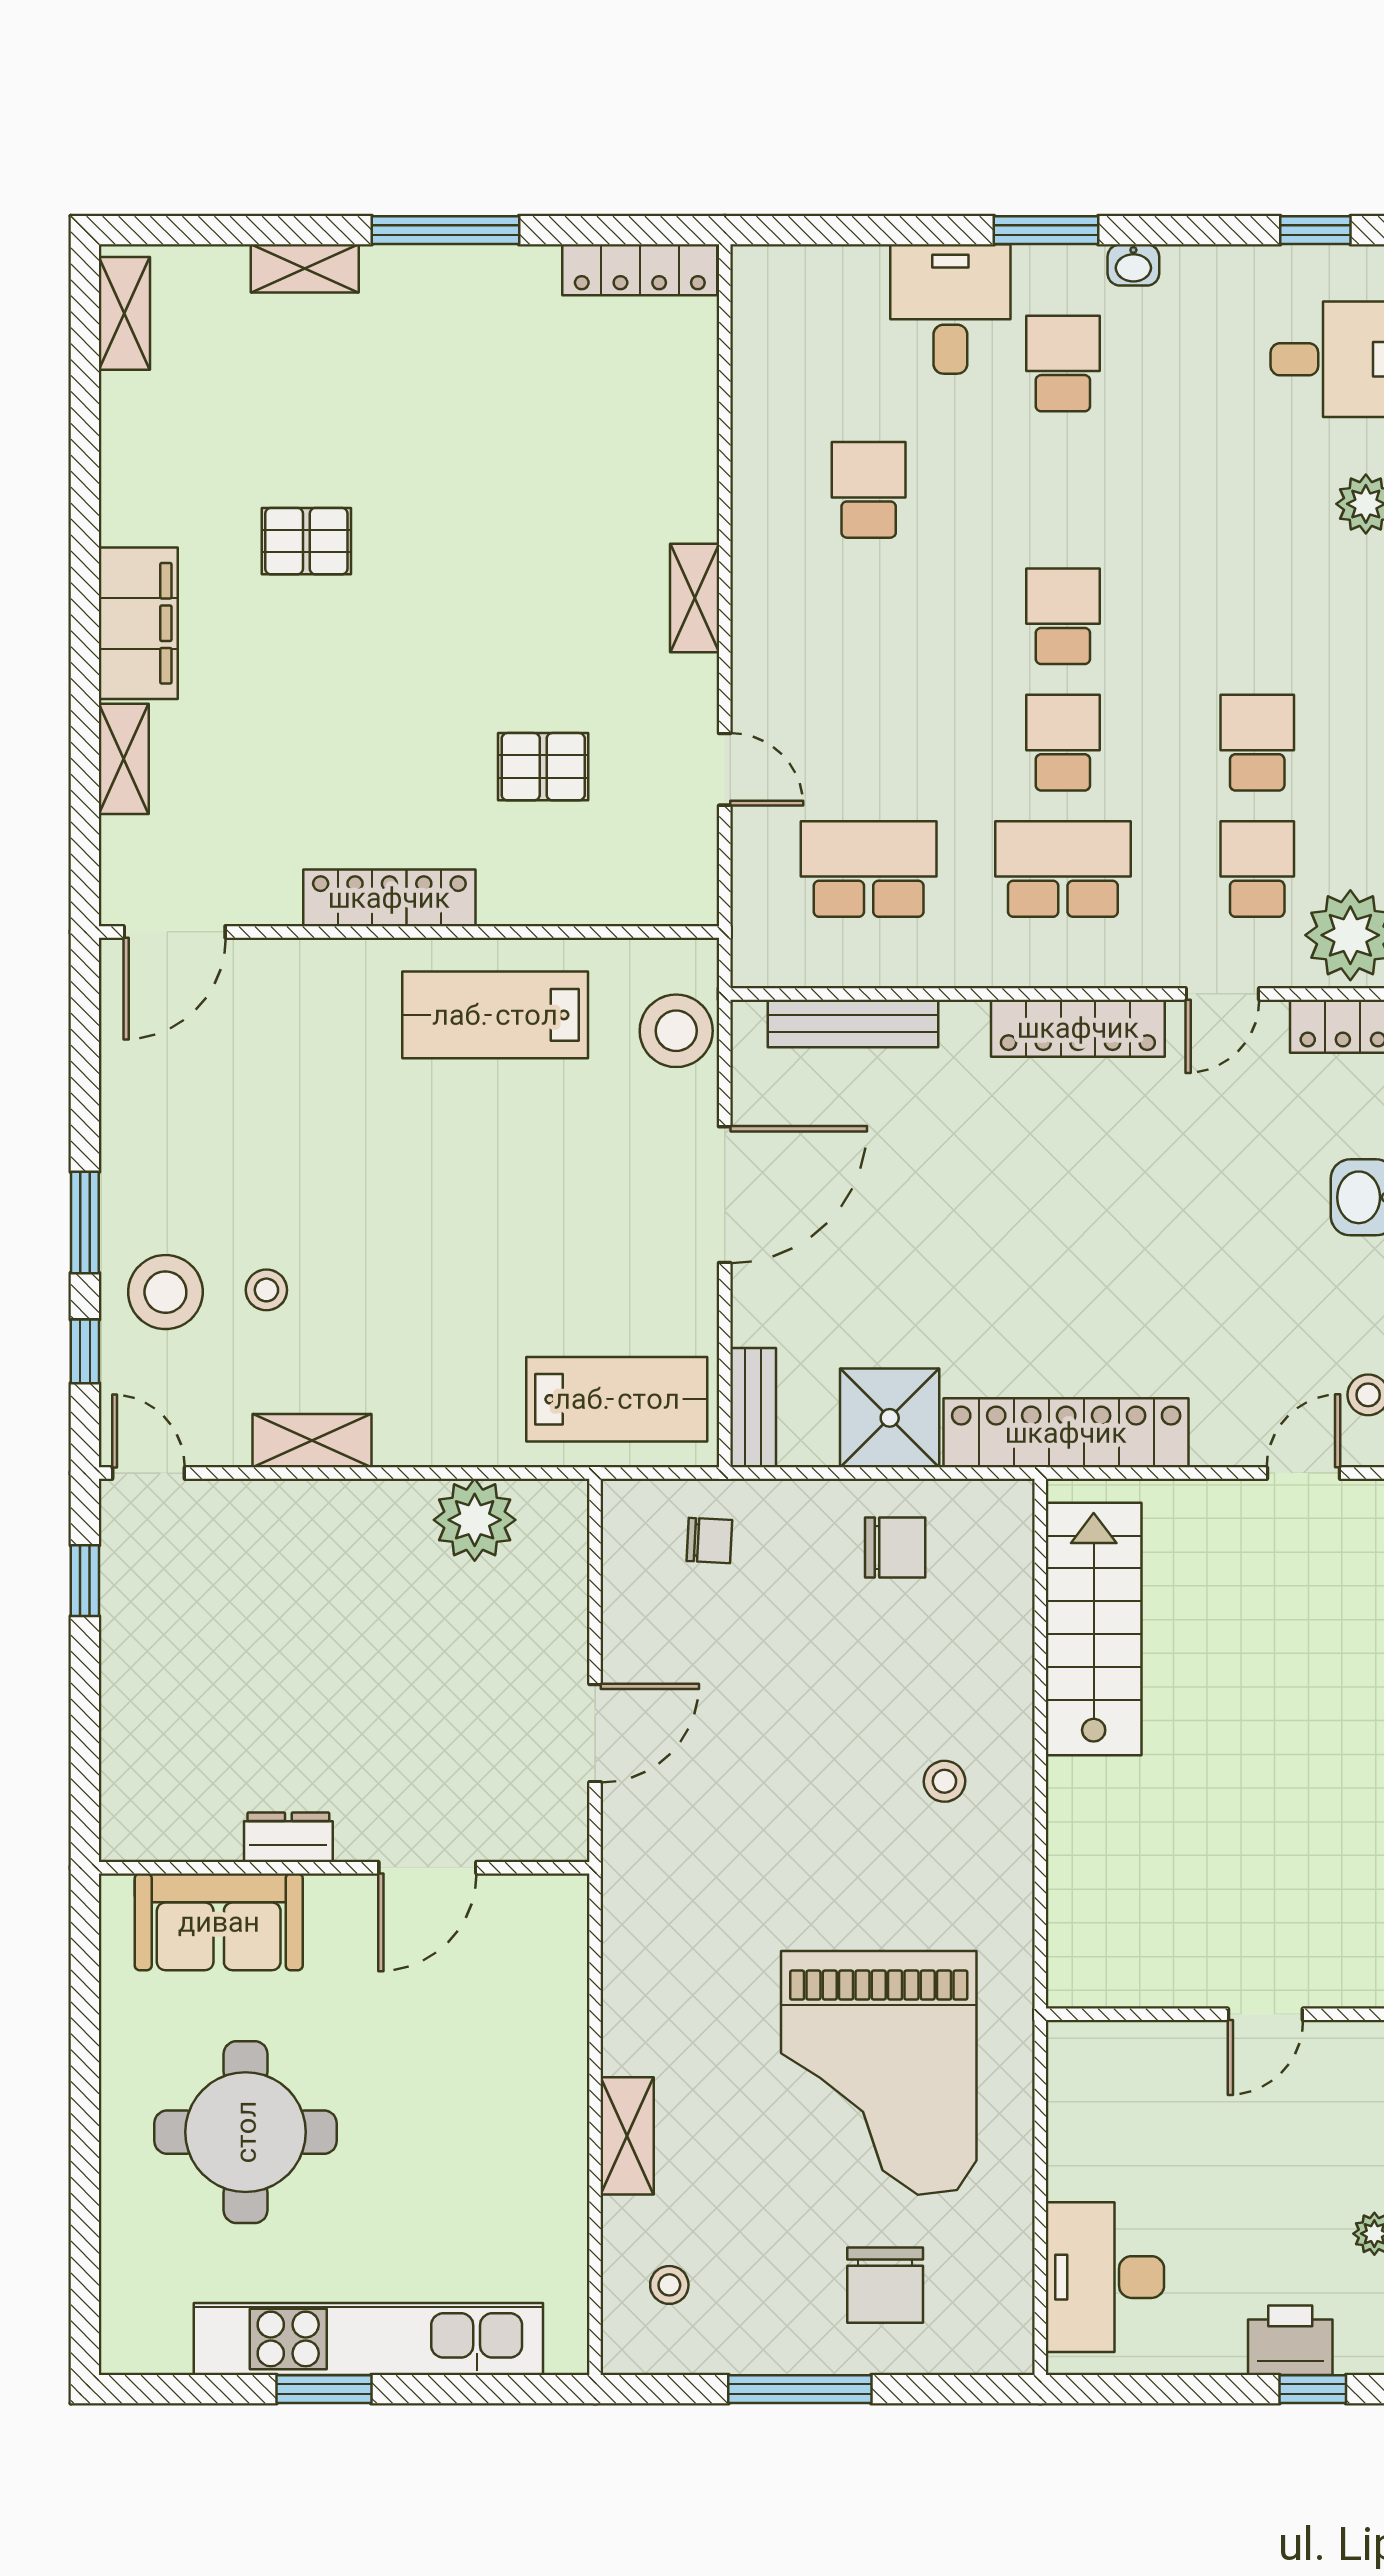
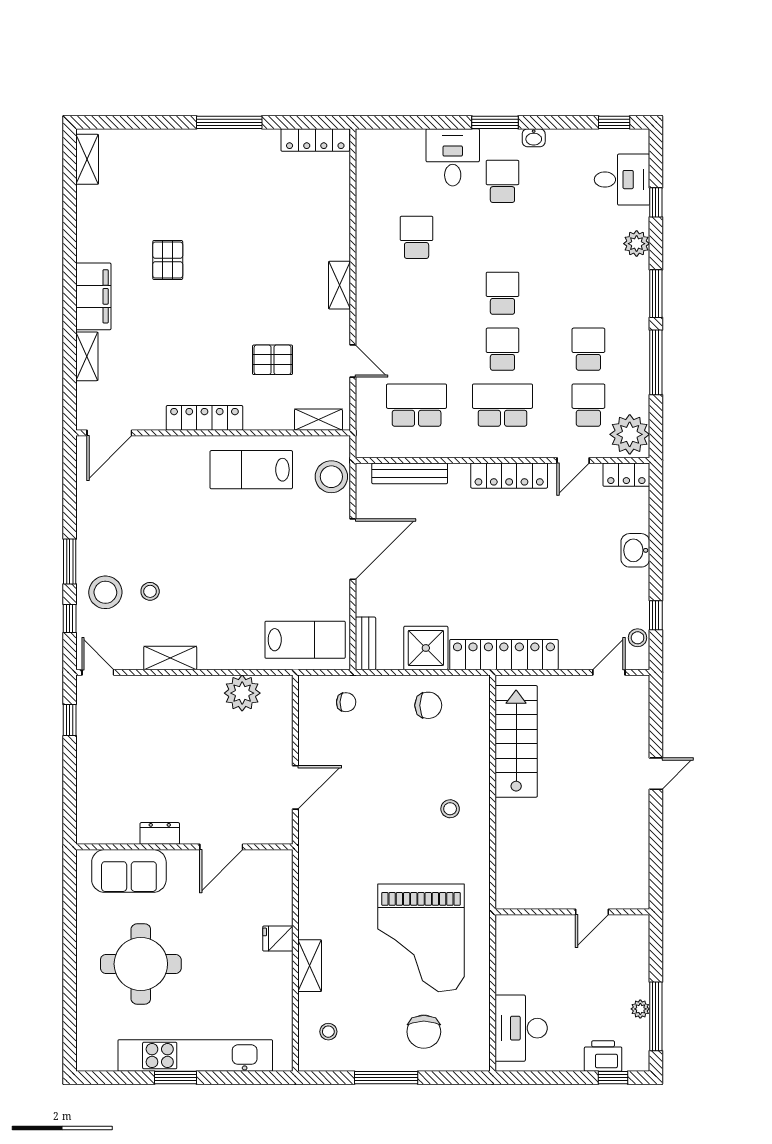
shelving: (305, 268) -> (318, 420), moved
pallet: (306, 541) -> (168, 260), turned 90
fridge: (555, 2075) -> (278, 939), added

